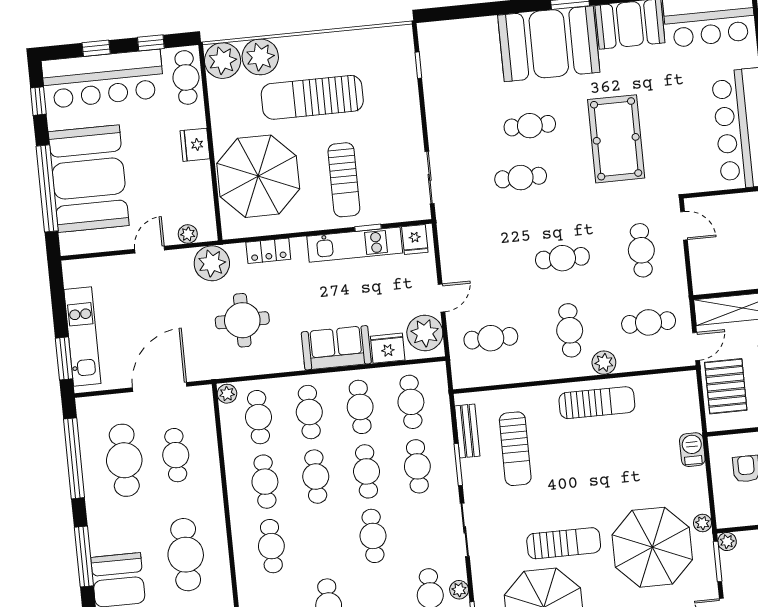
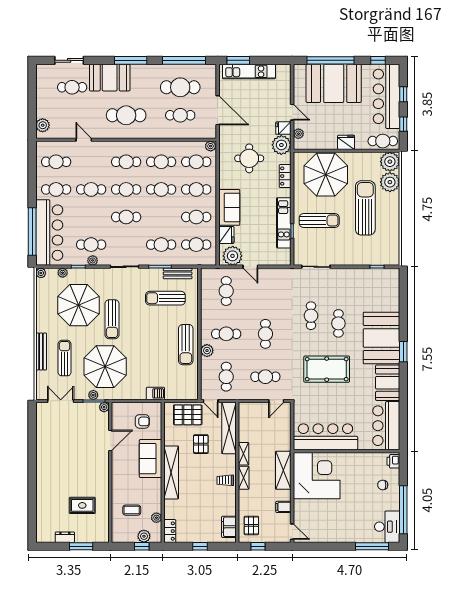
sun lounger: (344, 180) -> (319, 221), turned 180
fridge: (415, 239) -> (283, 128), moved
cafe table: (367, 471) -> (126, 189), moved
plant: (703, 523) -> (93, 395), moved

